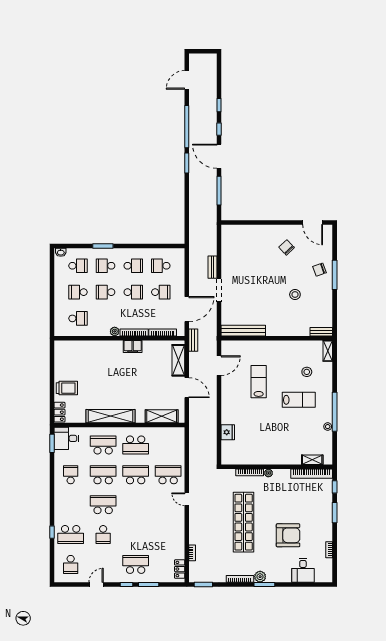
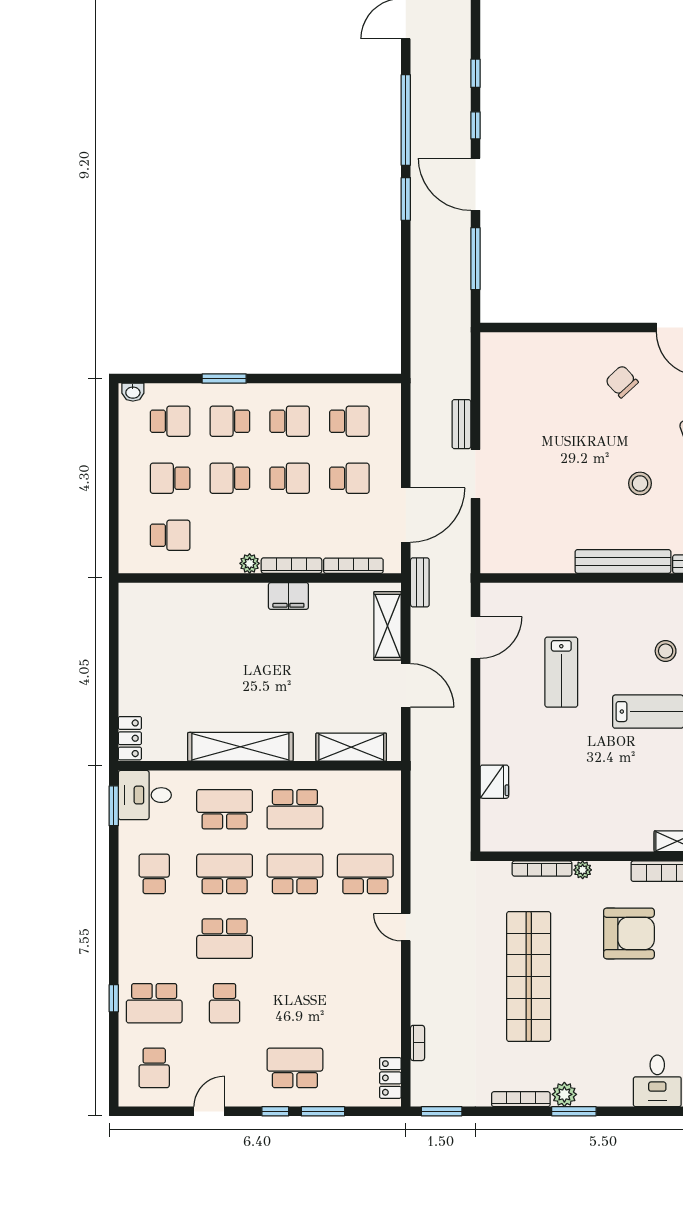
school desk: (161, 266) -> (349, 421), turned 180
bench: (243, 331) -> (623, 561), moved
lab bench: (259, 382) -> (561, 672), turned 180
trolley: (67, 388) -> (146, 686), removed
school desk: (103, 505) -> (225, 939), turned 180
armchair: (288, 535) -> (629, 933), moved

